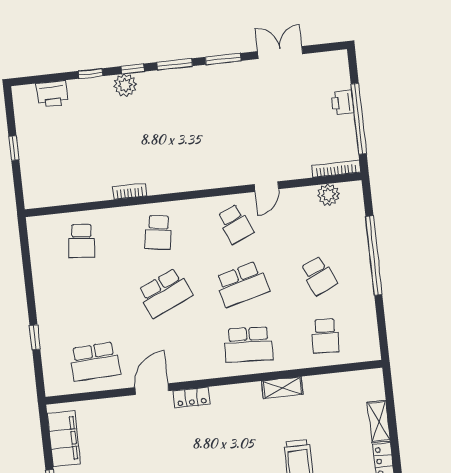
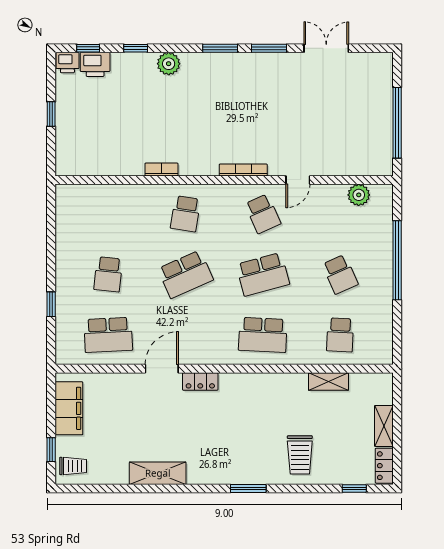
window: (133, 69) -> (88, 48), moved
printer: (343, 102) -> (67, 63), moved, turned -90
bookcase: (336, 169) -> (243, 170), moved
school desk: (82, 241) -> (108, 274), moved
shelving: (282, 388) -> (328, 382), moved

